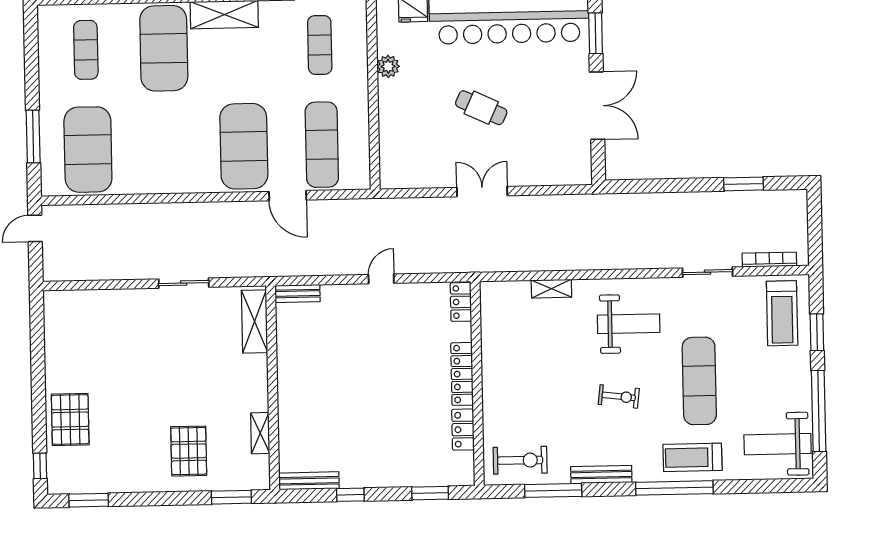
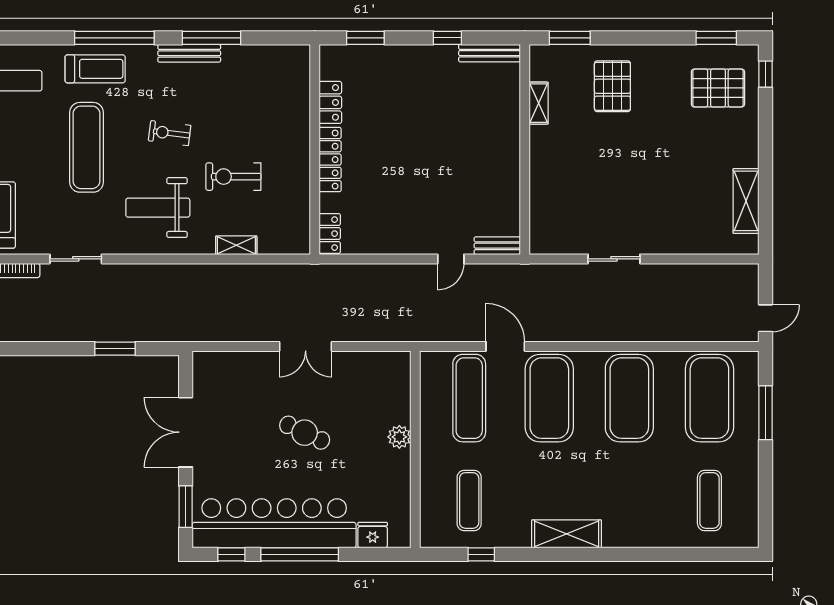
exercise mat: (164, 48) -> (629, 398), moved
plant: (388, 66) -> (399, 437), moved
window: (744, 184) -> (115, 349), moved
door: (381, 279) -> (451, 259), moved
shelving: (255, 322) -> (746, 201), moved
pallet: (70, 420) -> (718, 88), moved, turned 90
exercise bike: (520, 460) -> (233, 177), moved
window: (553, 490) -> (212, 38), moved

